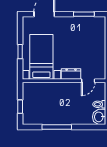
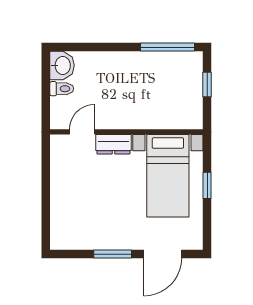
window: (84, 14) -> (113, 254), moved
window: (57, 127) -> (167, 47), moved

